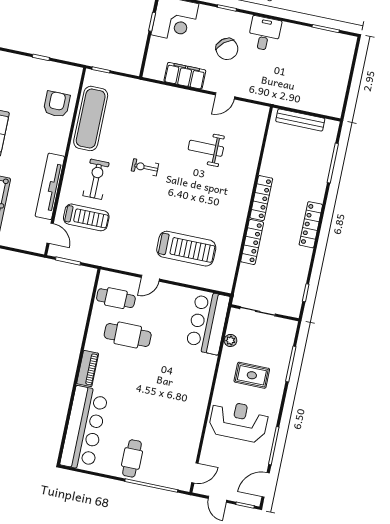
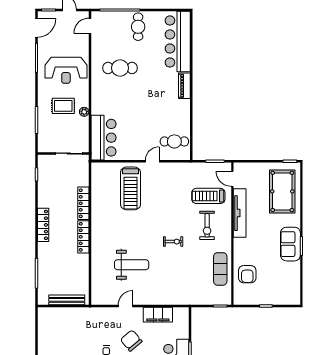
exercise mat: (91, 118) -> (220, 269), width x0.73, depth x0.69
weight bench: (206, 148) -> (132, 265), width x1.36, depth x1.33
treadmill: (186, 249) -> (130, 188), turned -90
cafe table: (128, 335) -> (120, 68), moved
plant: (230, 340) -> (84, 112), moved

